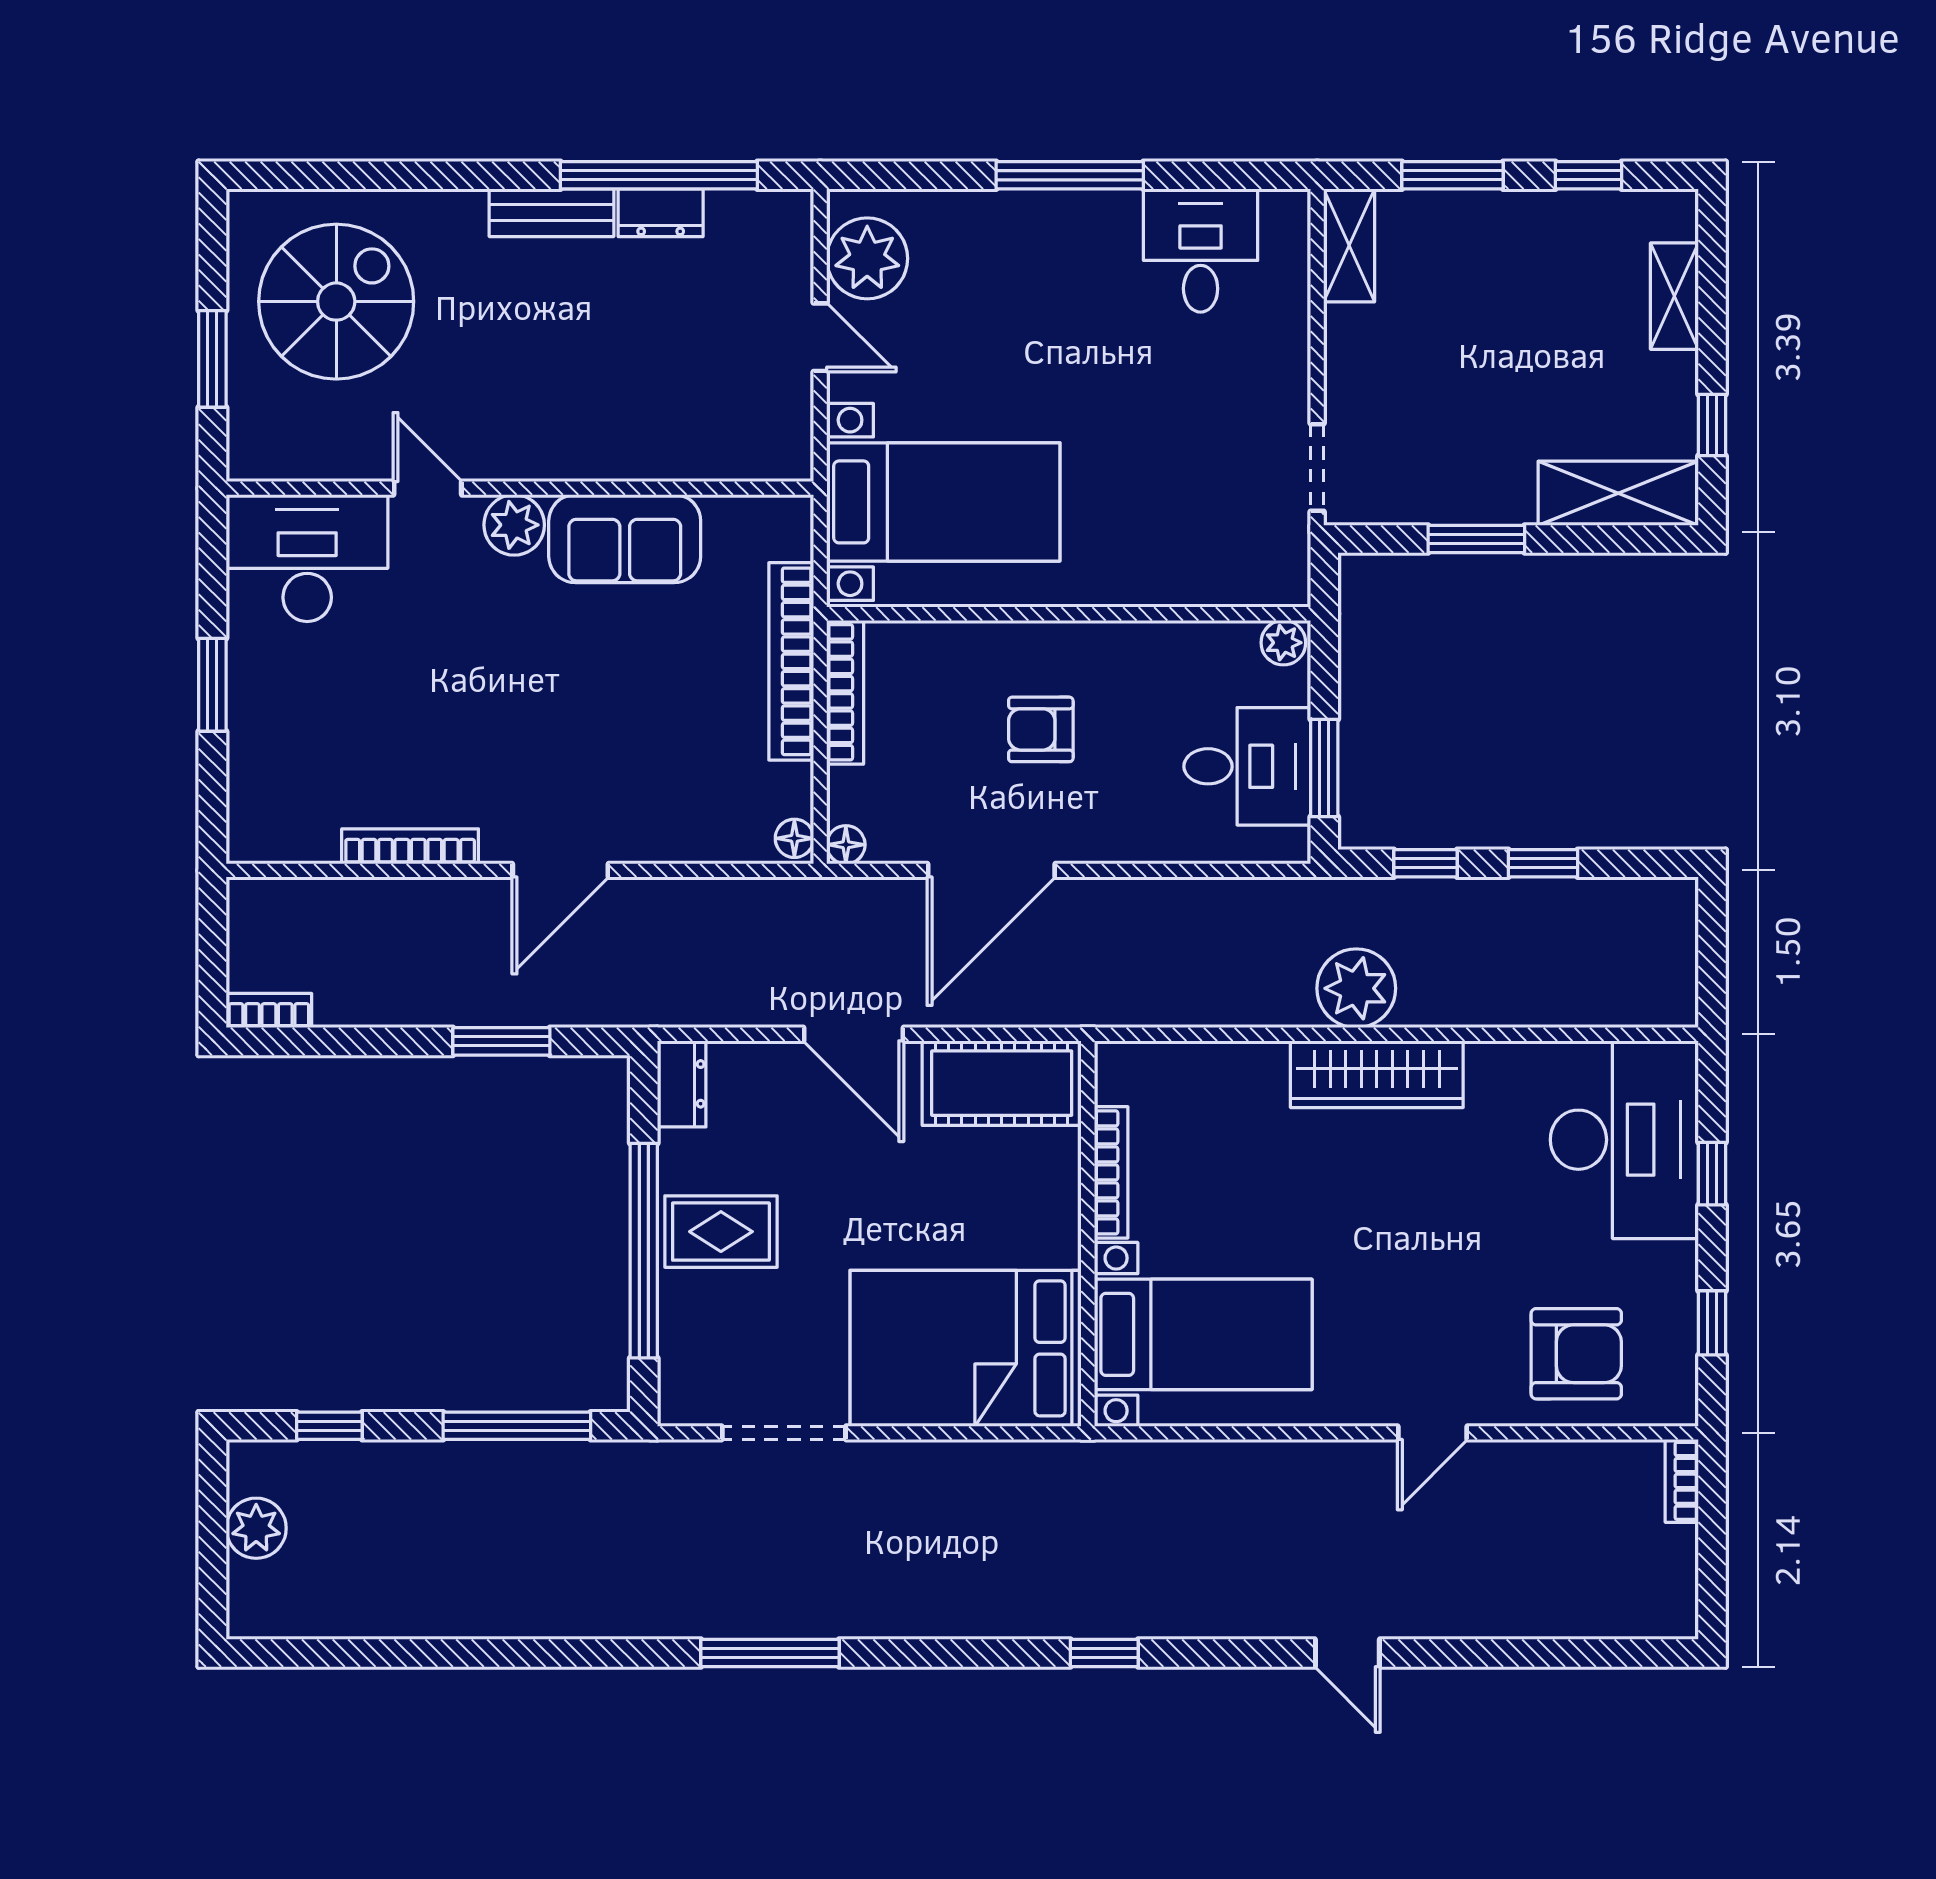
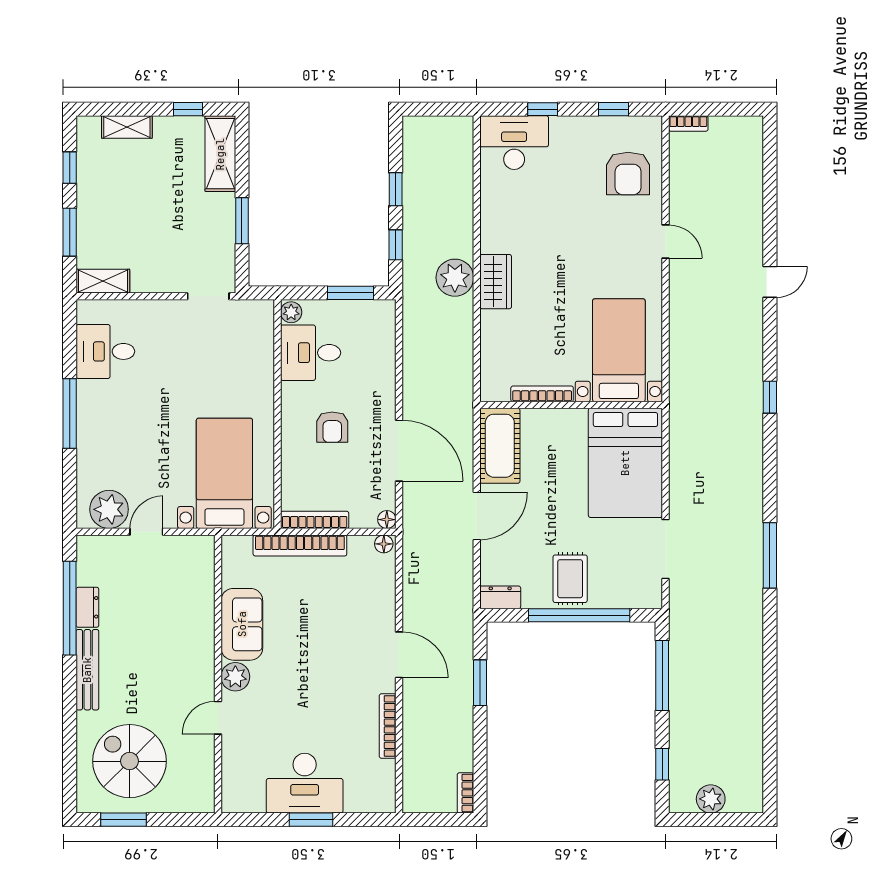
bench: (552, 213) -> (87, 670), width x1.36
window: (212, 359) -> (124, 820), moved
desk: (307, 558) -> (305, 783), moved, turned -90
desk: (1247, 766) -> (311, 353), moved, turned -90
wardrobe: (1377, 1074) -> (496, 282), width x0.67
desk: (1624, 1140) -> (514, 143), width x0.73, depth x0.77
armchair: (1576, 1354) -> (628, 173), turned 180

